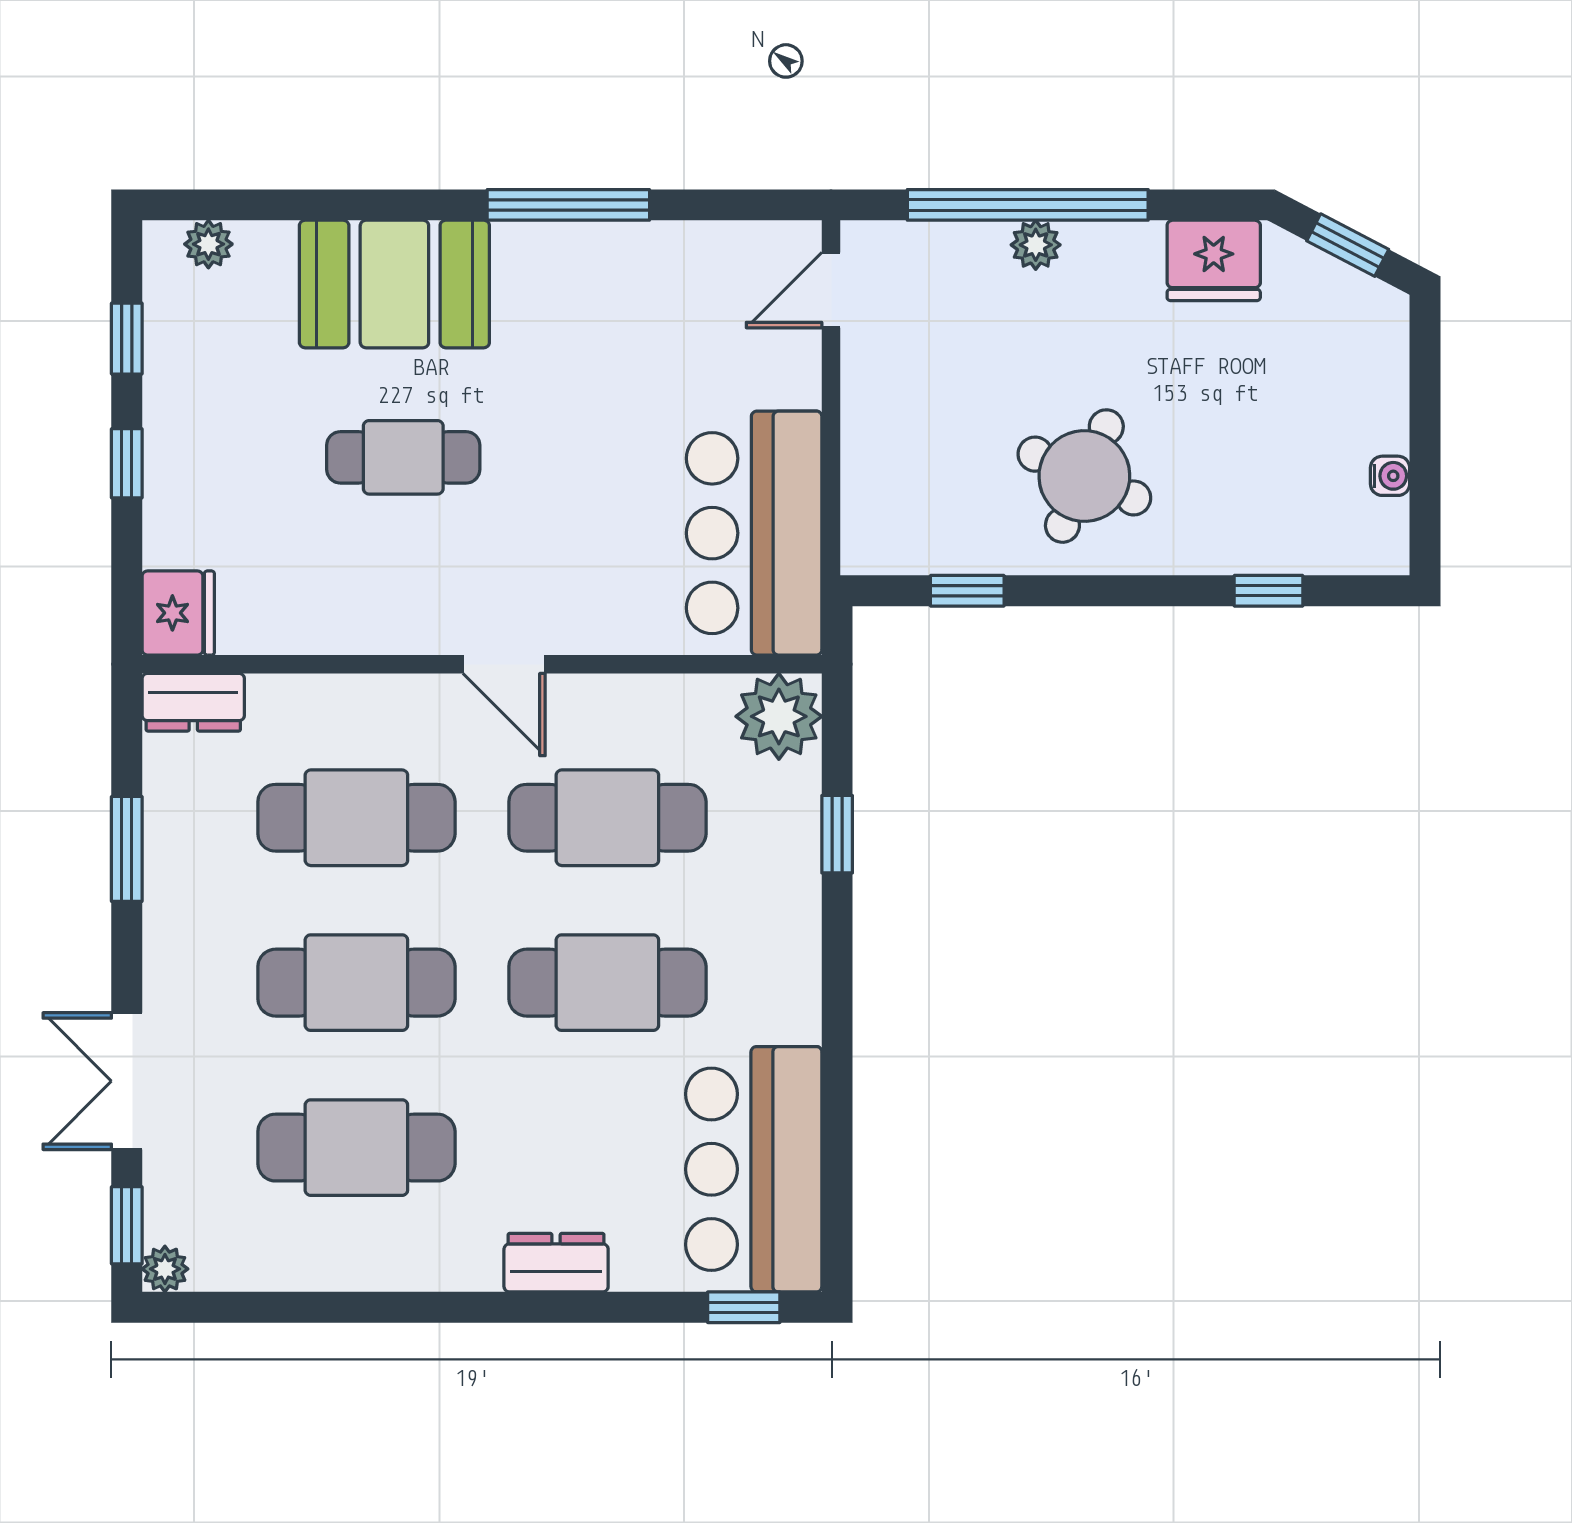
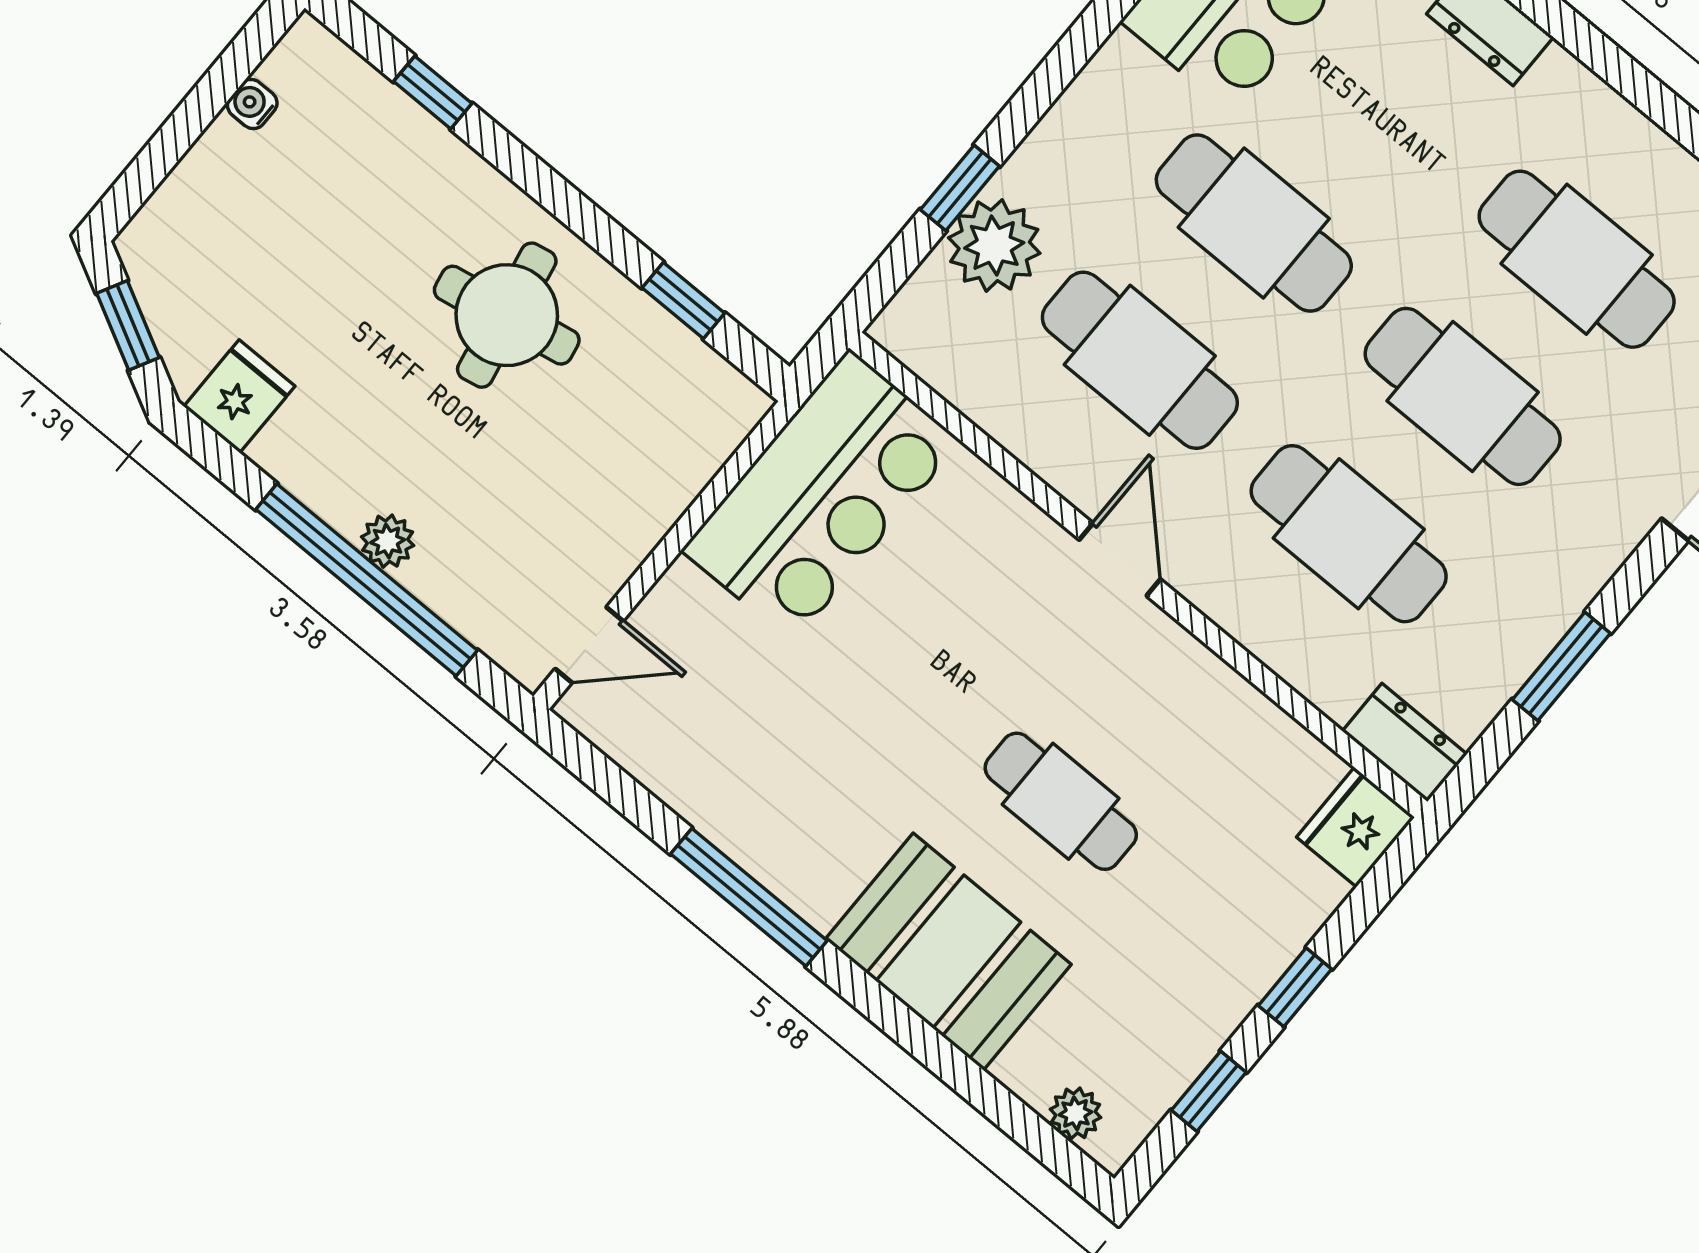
fridge: (1214, 260) -> (239, 396), width x0.72
round table: (1084, 476) -> (507, 315), turned -35
plant: (779, 716) -> (994, 245), moved

